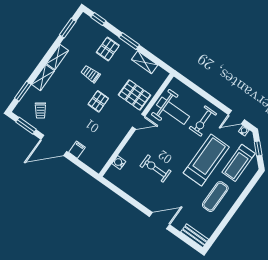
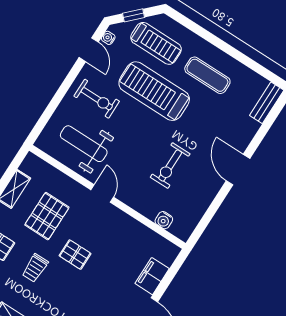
pallet: (135, 95) -> (47, 216), moved
weight bench: (173, 111) -> (84, 144), turned -90
filing cabinet: (77, 150) -> (152, 276), width x2.00
door: (159, 221) -> (238, 170), moved

